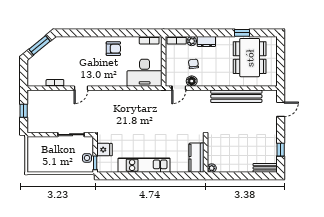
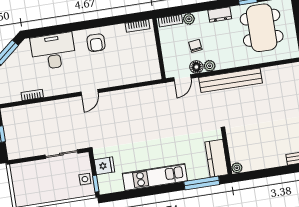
dresser: (206, 42) -> (220, 15), moved
armchair: (113, 49) -> (96, 43), turned 91
desk: (145, 73) -> (53, 51), moved, turned 180
plant: (203, 82) -> (210, 66), added
door: (81, 88) -> (90, 92), moved
bench: (236, 96) -> (231, 80), moved
window: (181, 176) -> (202, 183), added

